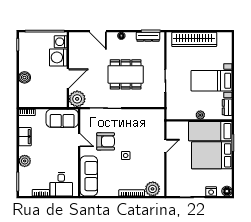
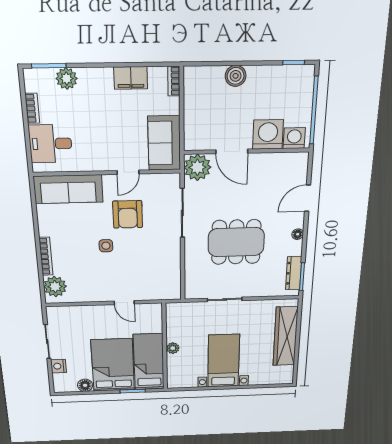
dining table: (126, 74) -> (236, 242), turned 90
dresser: (227, 107) -> (185, 382), removed
plant: (25, 161) -> (67, 79), moved
floor lamp: (227, 191) -> (85, 385), moved

